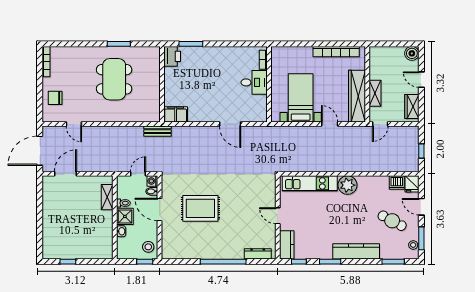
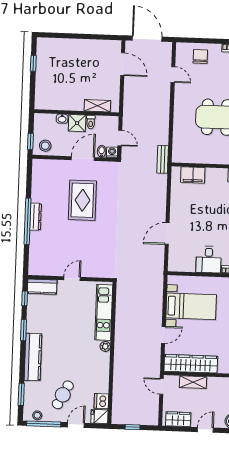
filing cabinet: (176, 114) -> (193, 175), moved, turned 90
door: (74, 124) -> (173, 75), swing flipped
plant: (348, 185) -> (105, 346), width x0.53, depth x0.53
window: (421, 238) -> (44, 424), width x1.44
dresser: (258, 254) -> (36, 217), moved

